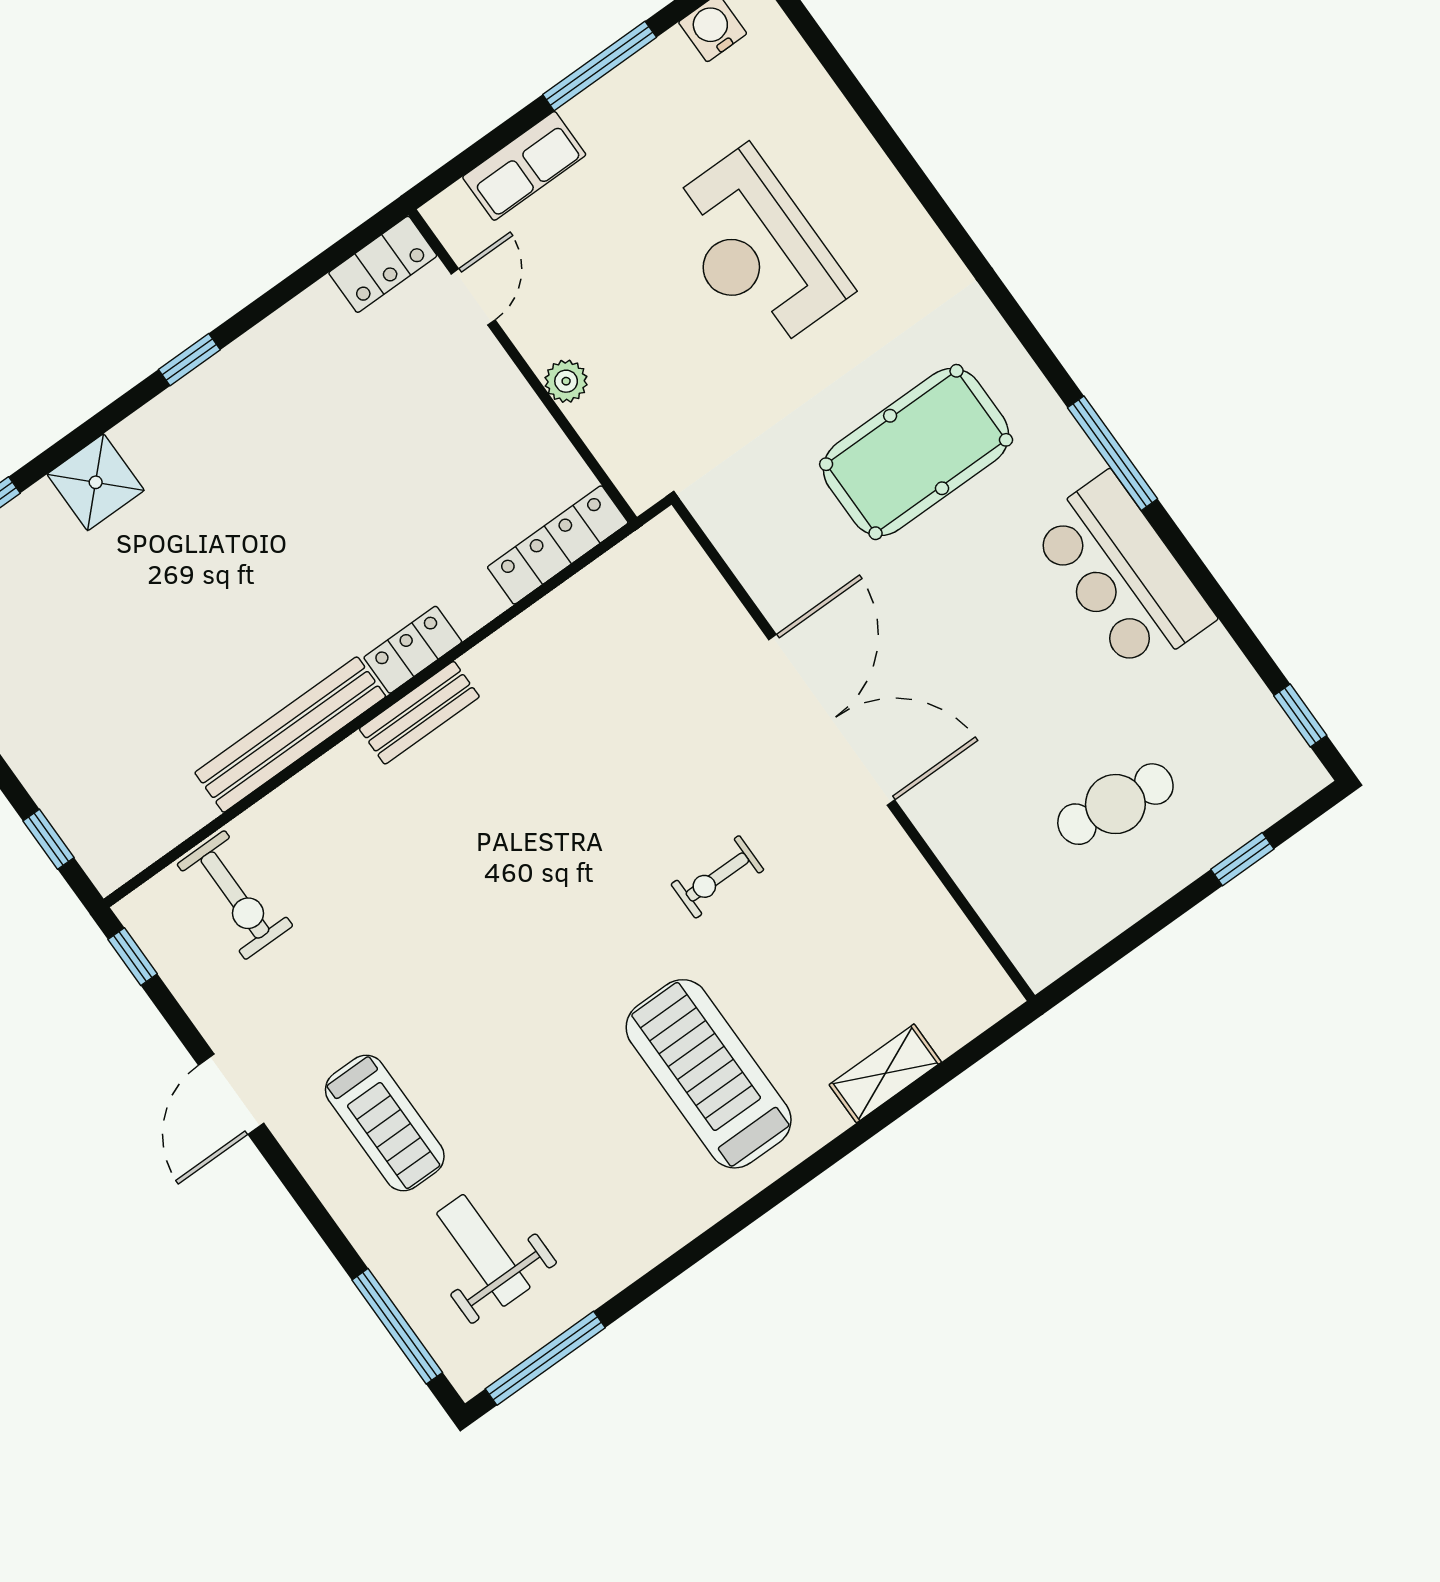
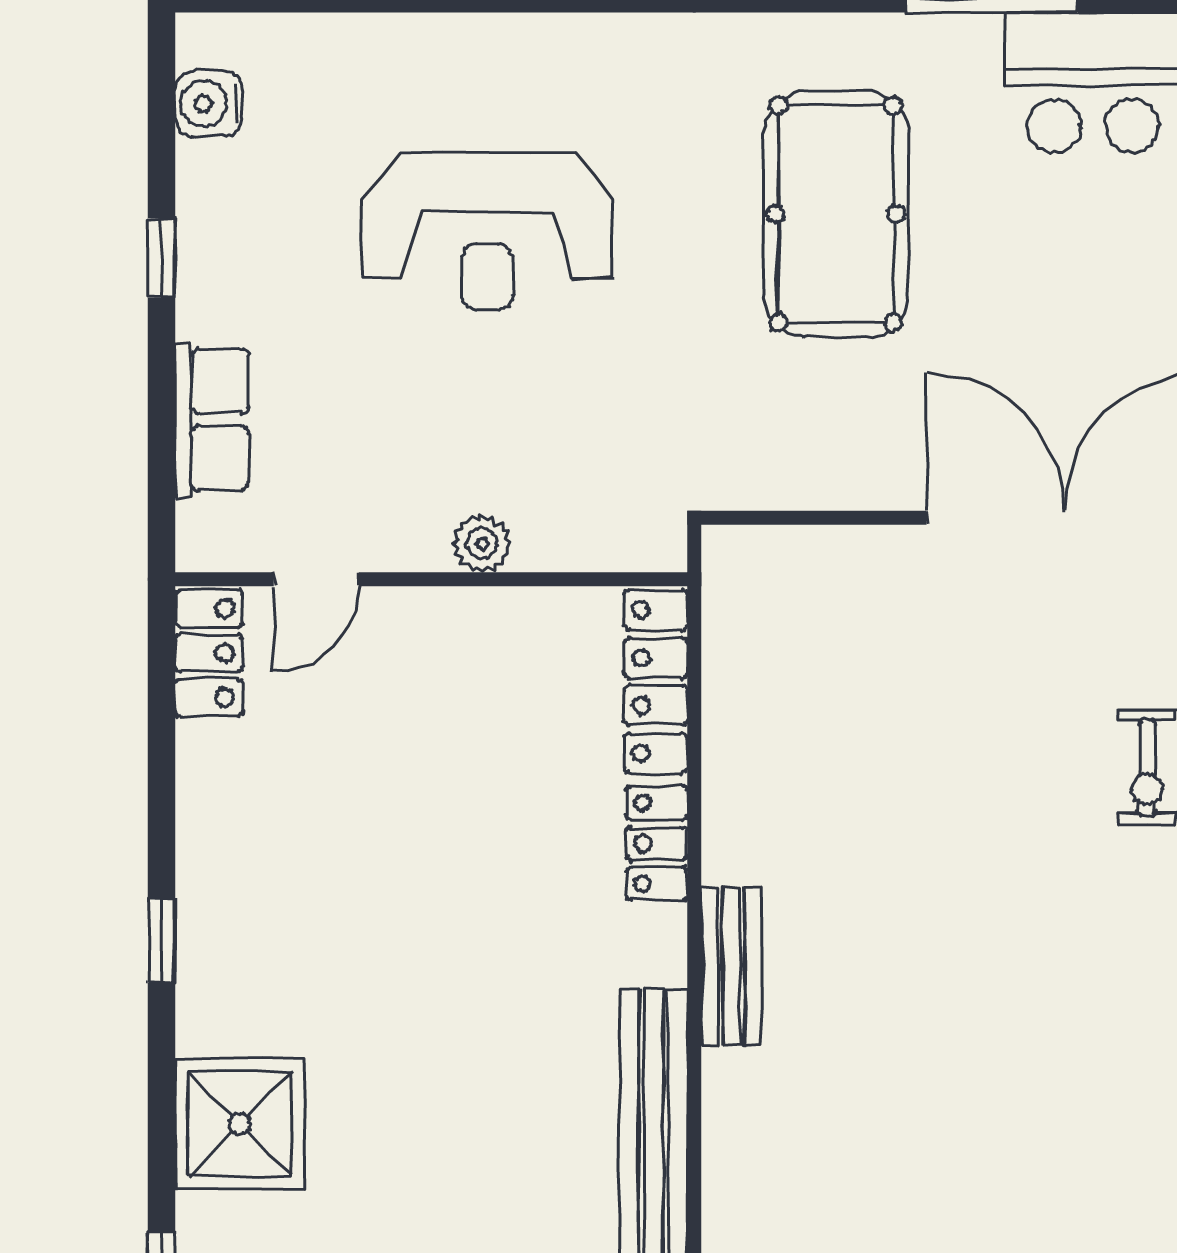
window: (600, 66) -> (162, 258), width x0.46
door: (473, 297) -> (316, 579), swing flipped
shower: (96, 482) -> (240, 1124), width x1.36, depth x1.36
locker: (413, 650) -> (657, 843), moved

